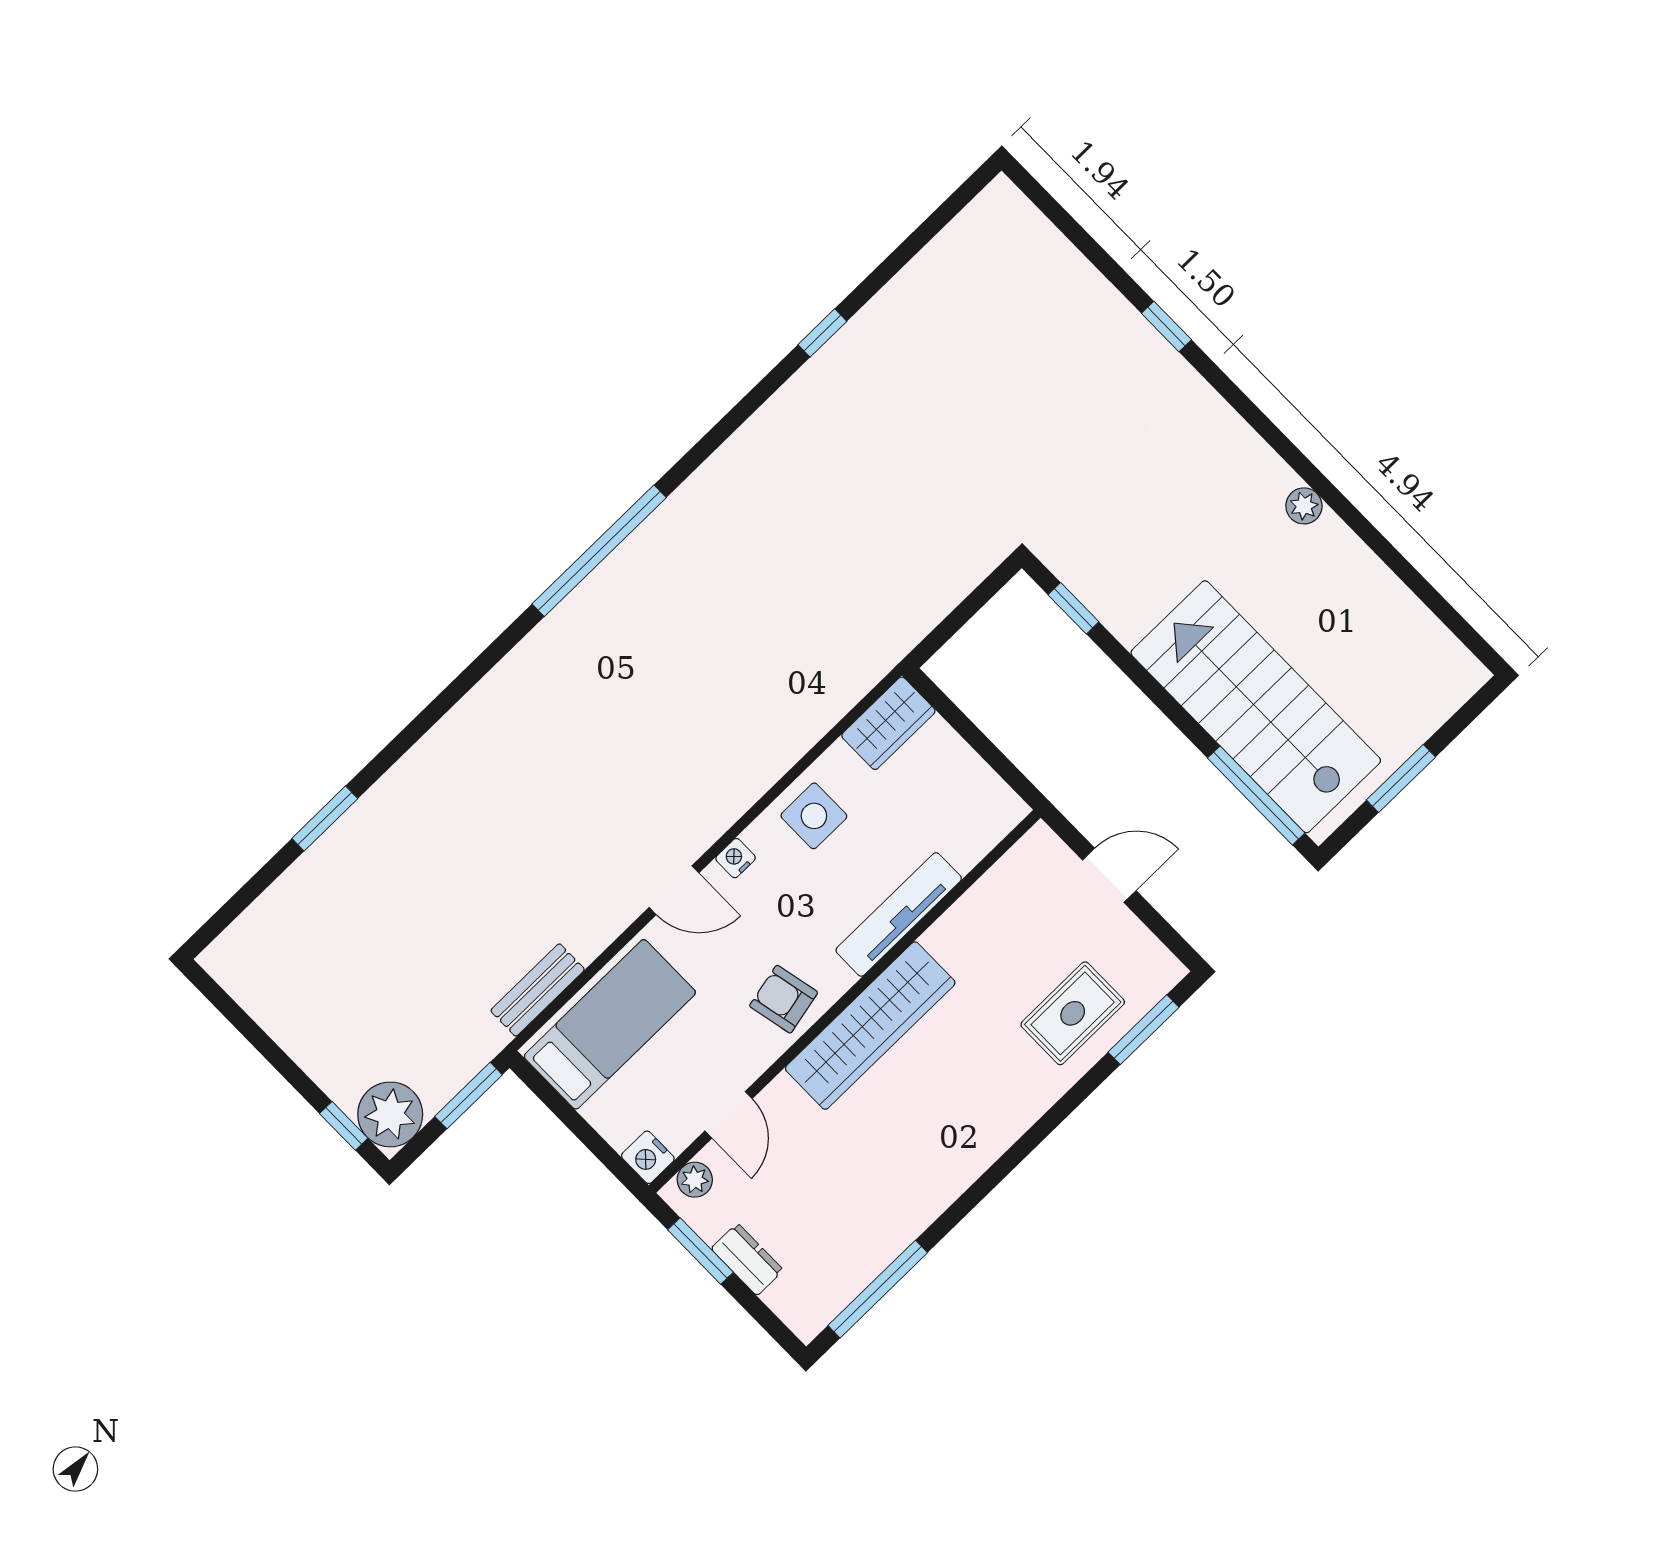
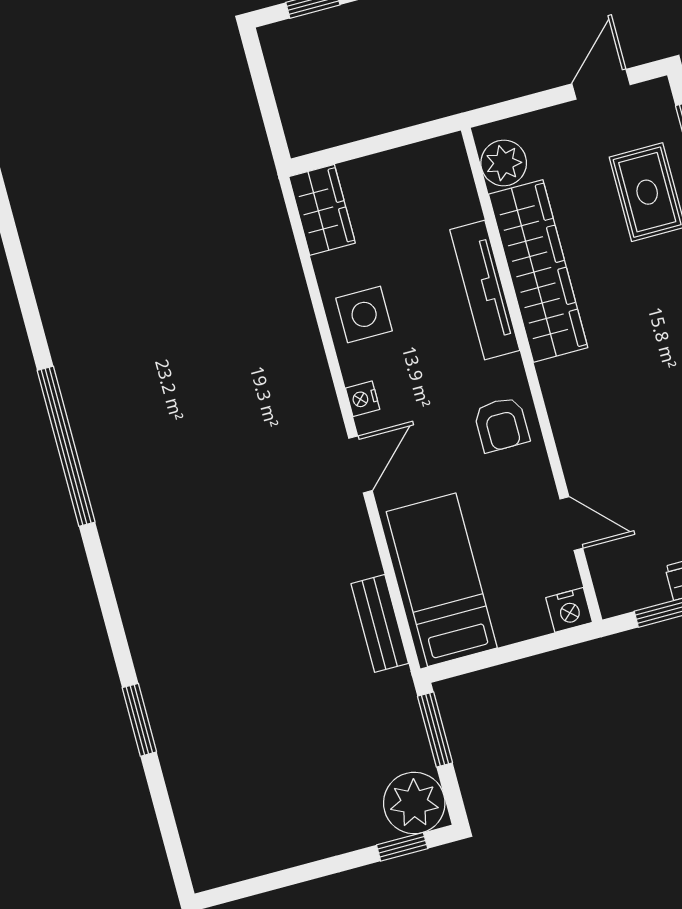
window: (599, 551) -> (66, 446), moved
door: (1109, 875) -> (601, 84), moved
armchair: (784, 999) -> (501, 424), turned -78
wardrobe: (870, 1026) -> (538, 271), moved
plant: (695, 1180) -> (504, 163), moved, width x1.38, depth x1.38

